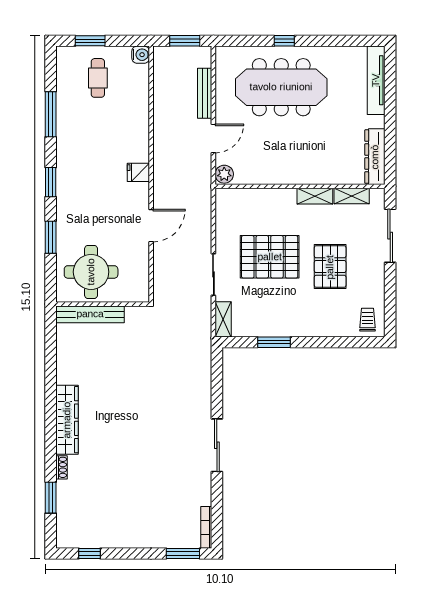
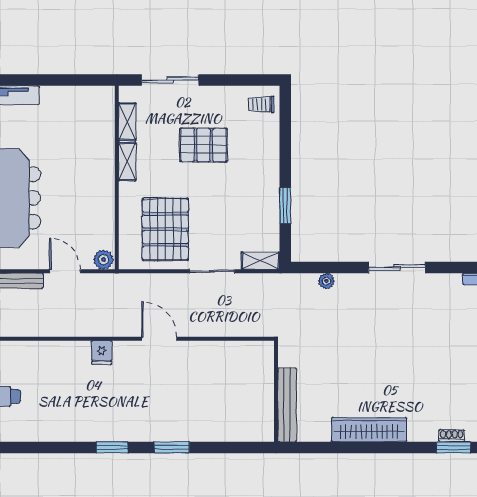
window: (51, 114) -> (39, 447), removed
dresser: (375, 157) -> (84, 97), removed
pallet: (270, 257) -> (165, 229), moved
round table: (91, 272) -> (209, 404), removed
wall: (103, 304) -> (276, 391), moved
bench: (90, 314) -> (287, 405), moved
plant: (204, 380) -> (326, 281), added
shoe rack: (61, 467) -> (452, 436), moved

